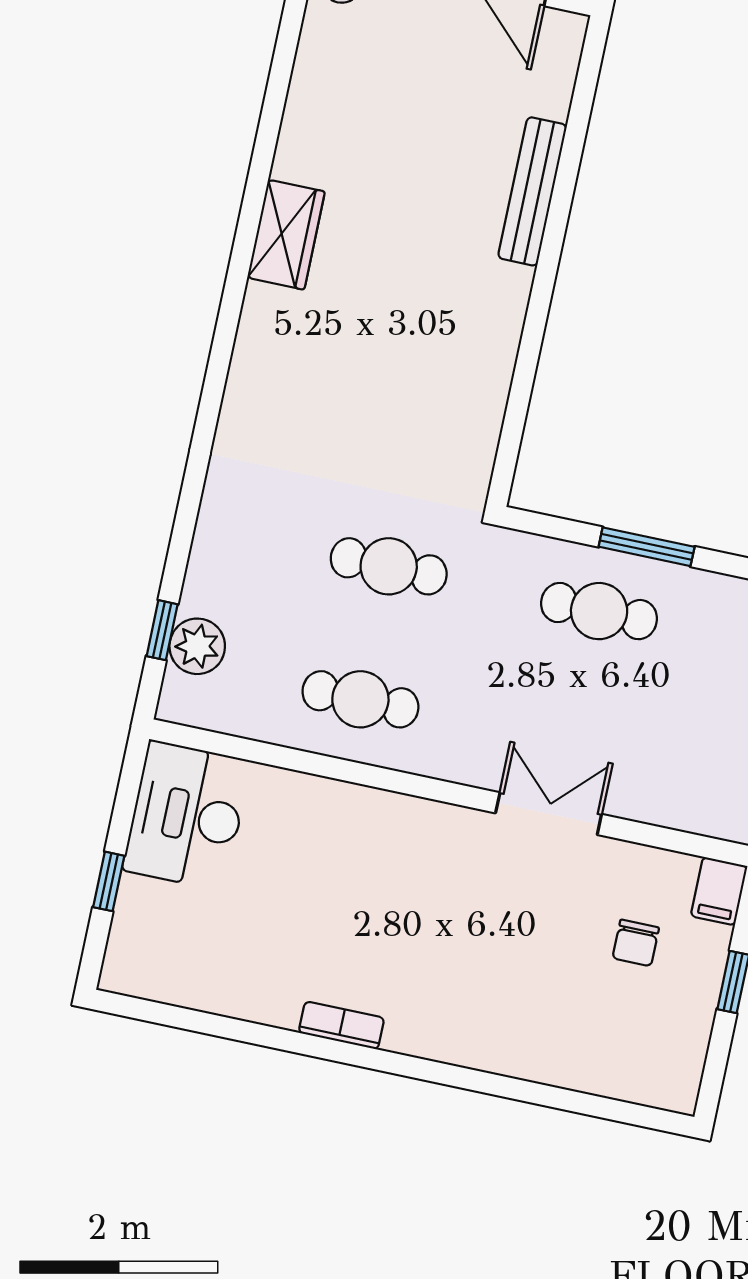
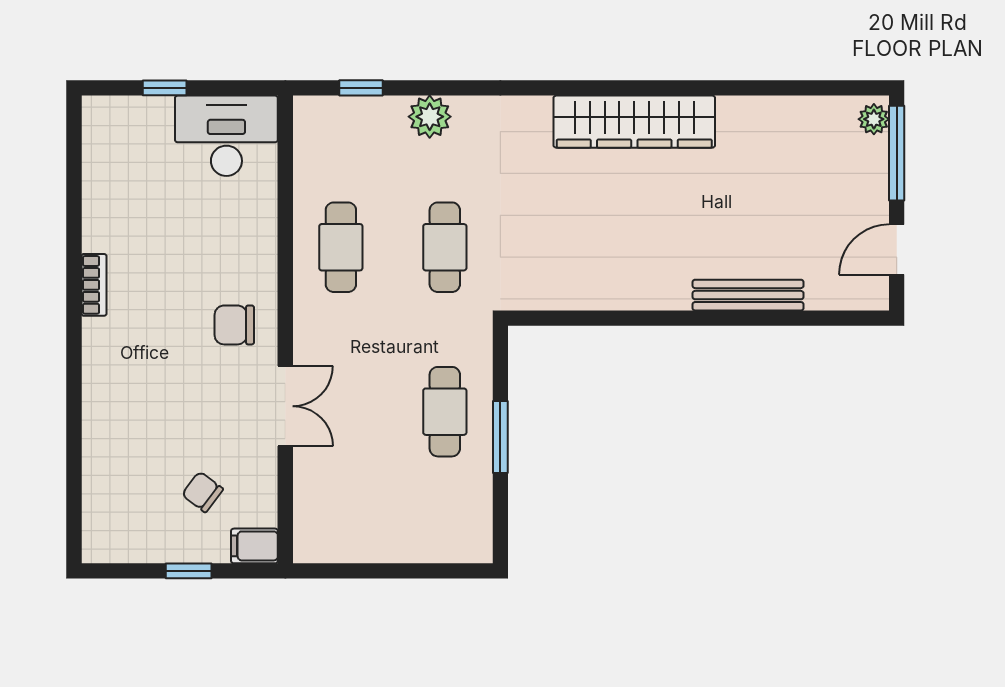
wardrobe: (286, 235) -> (634, 122), width x2.10, depth x1.17
plant: (197, 646) -> (430, 117), moved
chair: (431, 857) -> (234, 325), added
chair: (636, 943) -> (202, 492), turned 37

